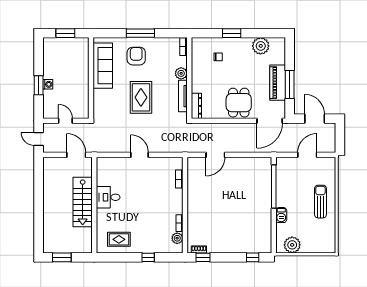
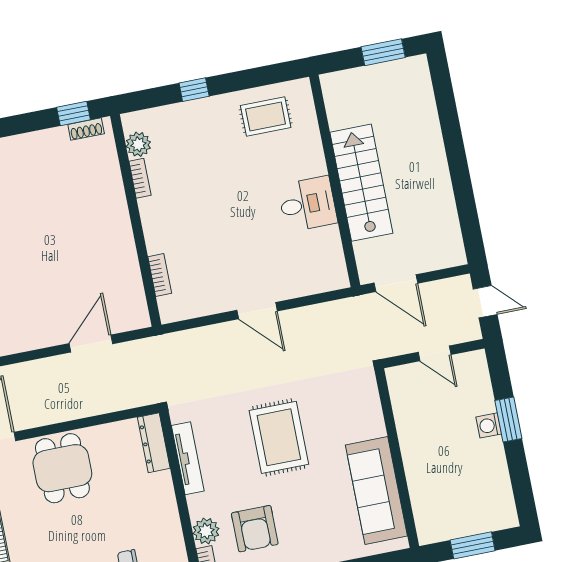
armchair: (136, 56) -> (255, 529), moved
plant: (181, 73) -> (206, 531), moved

